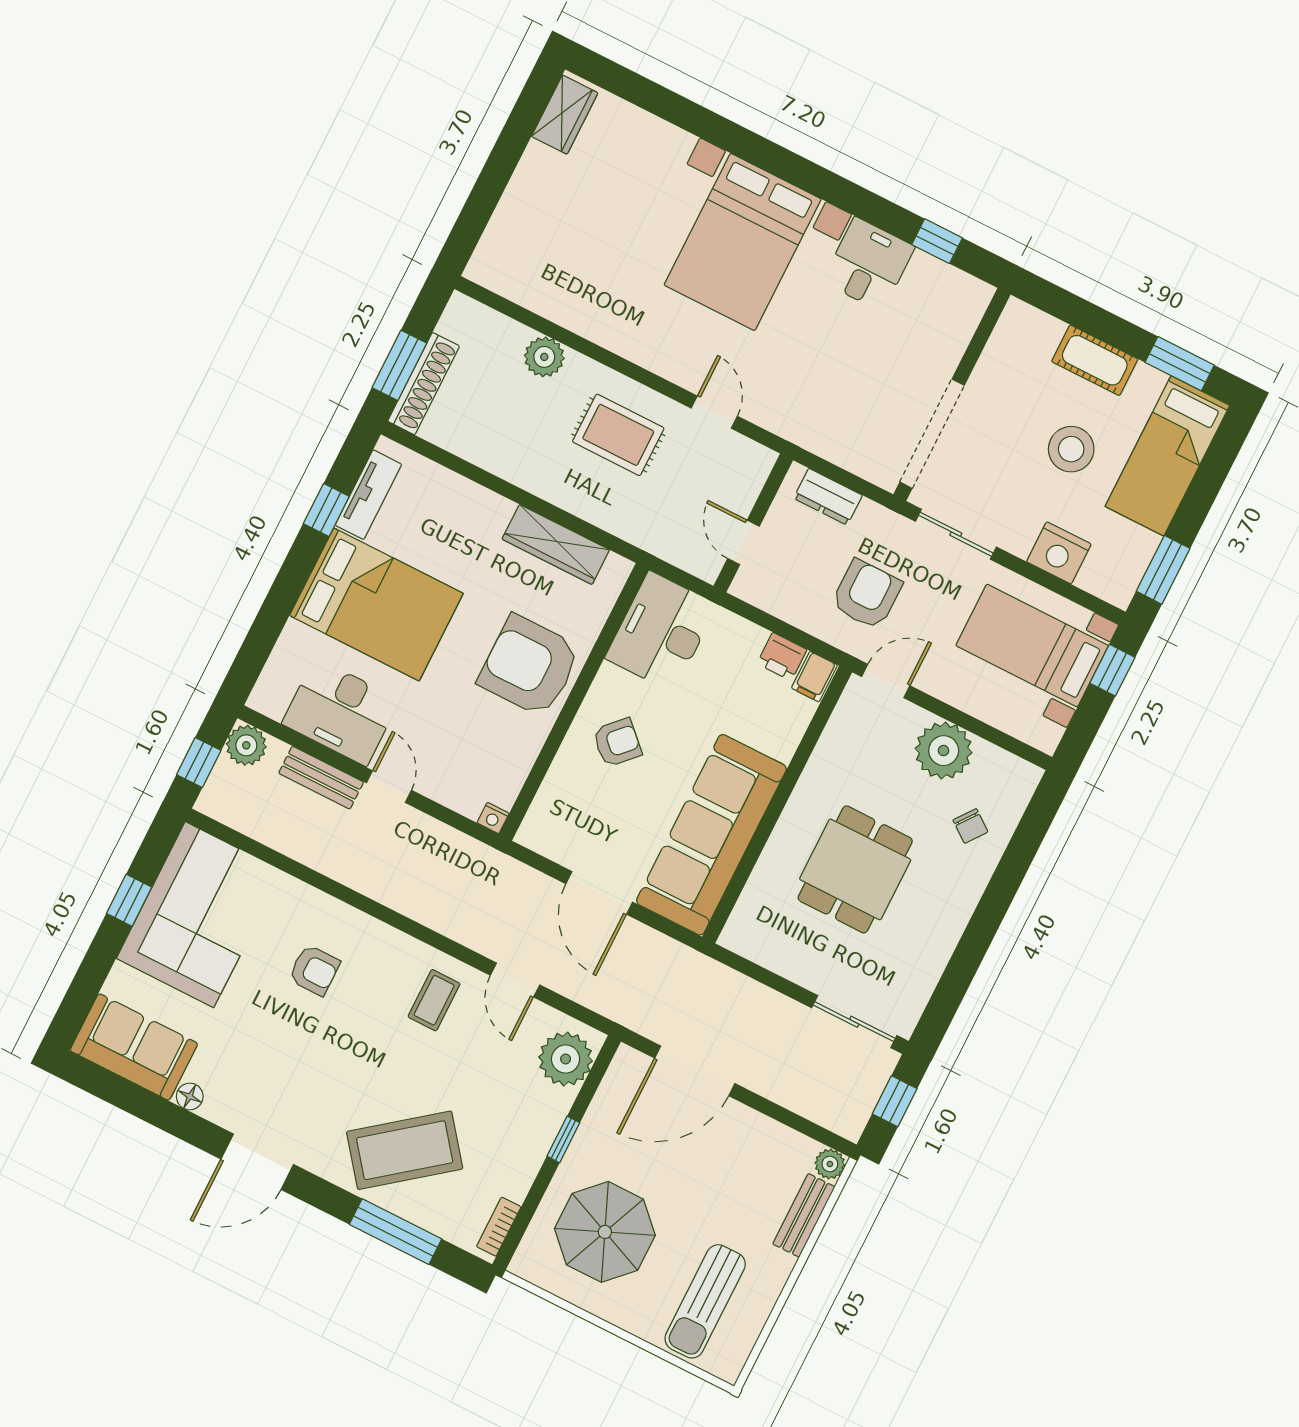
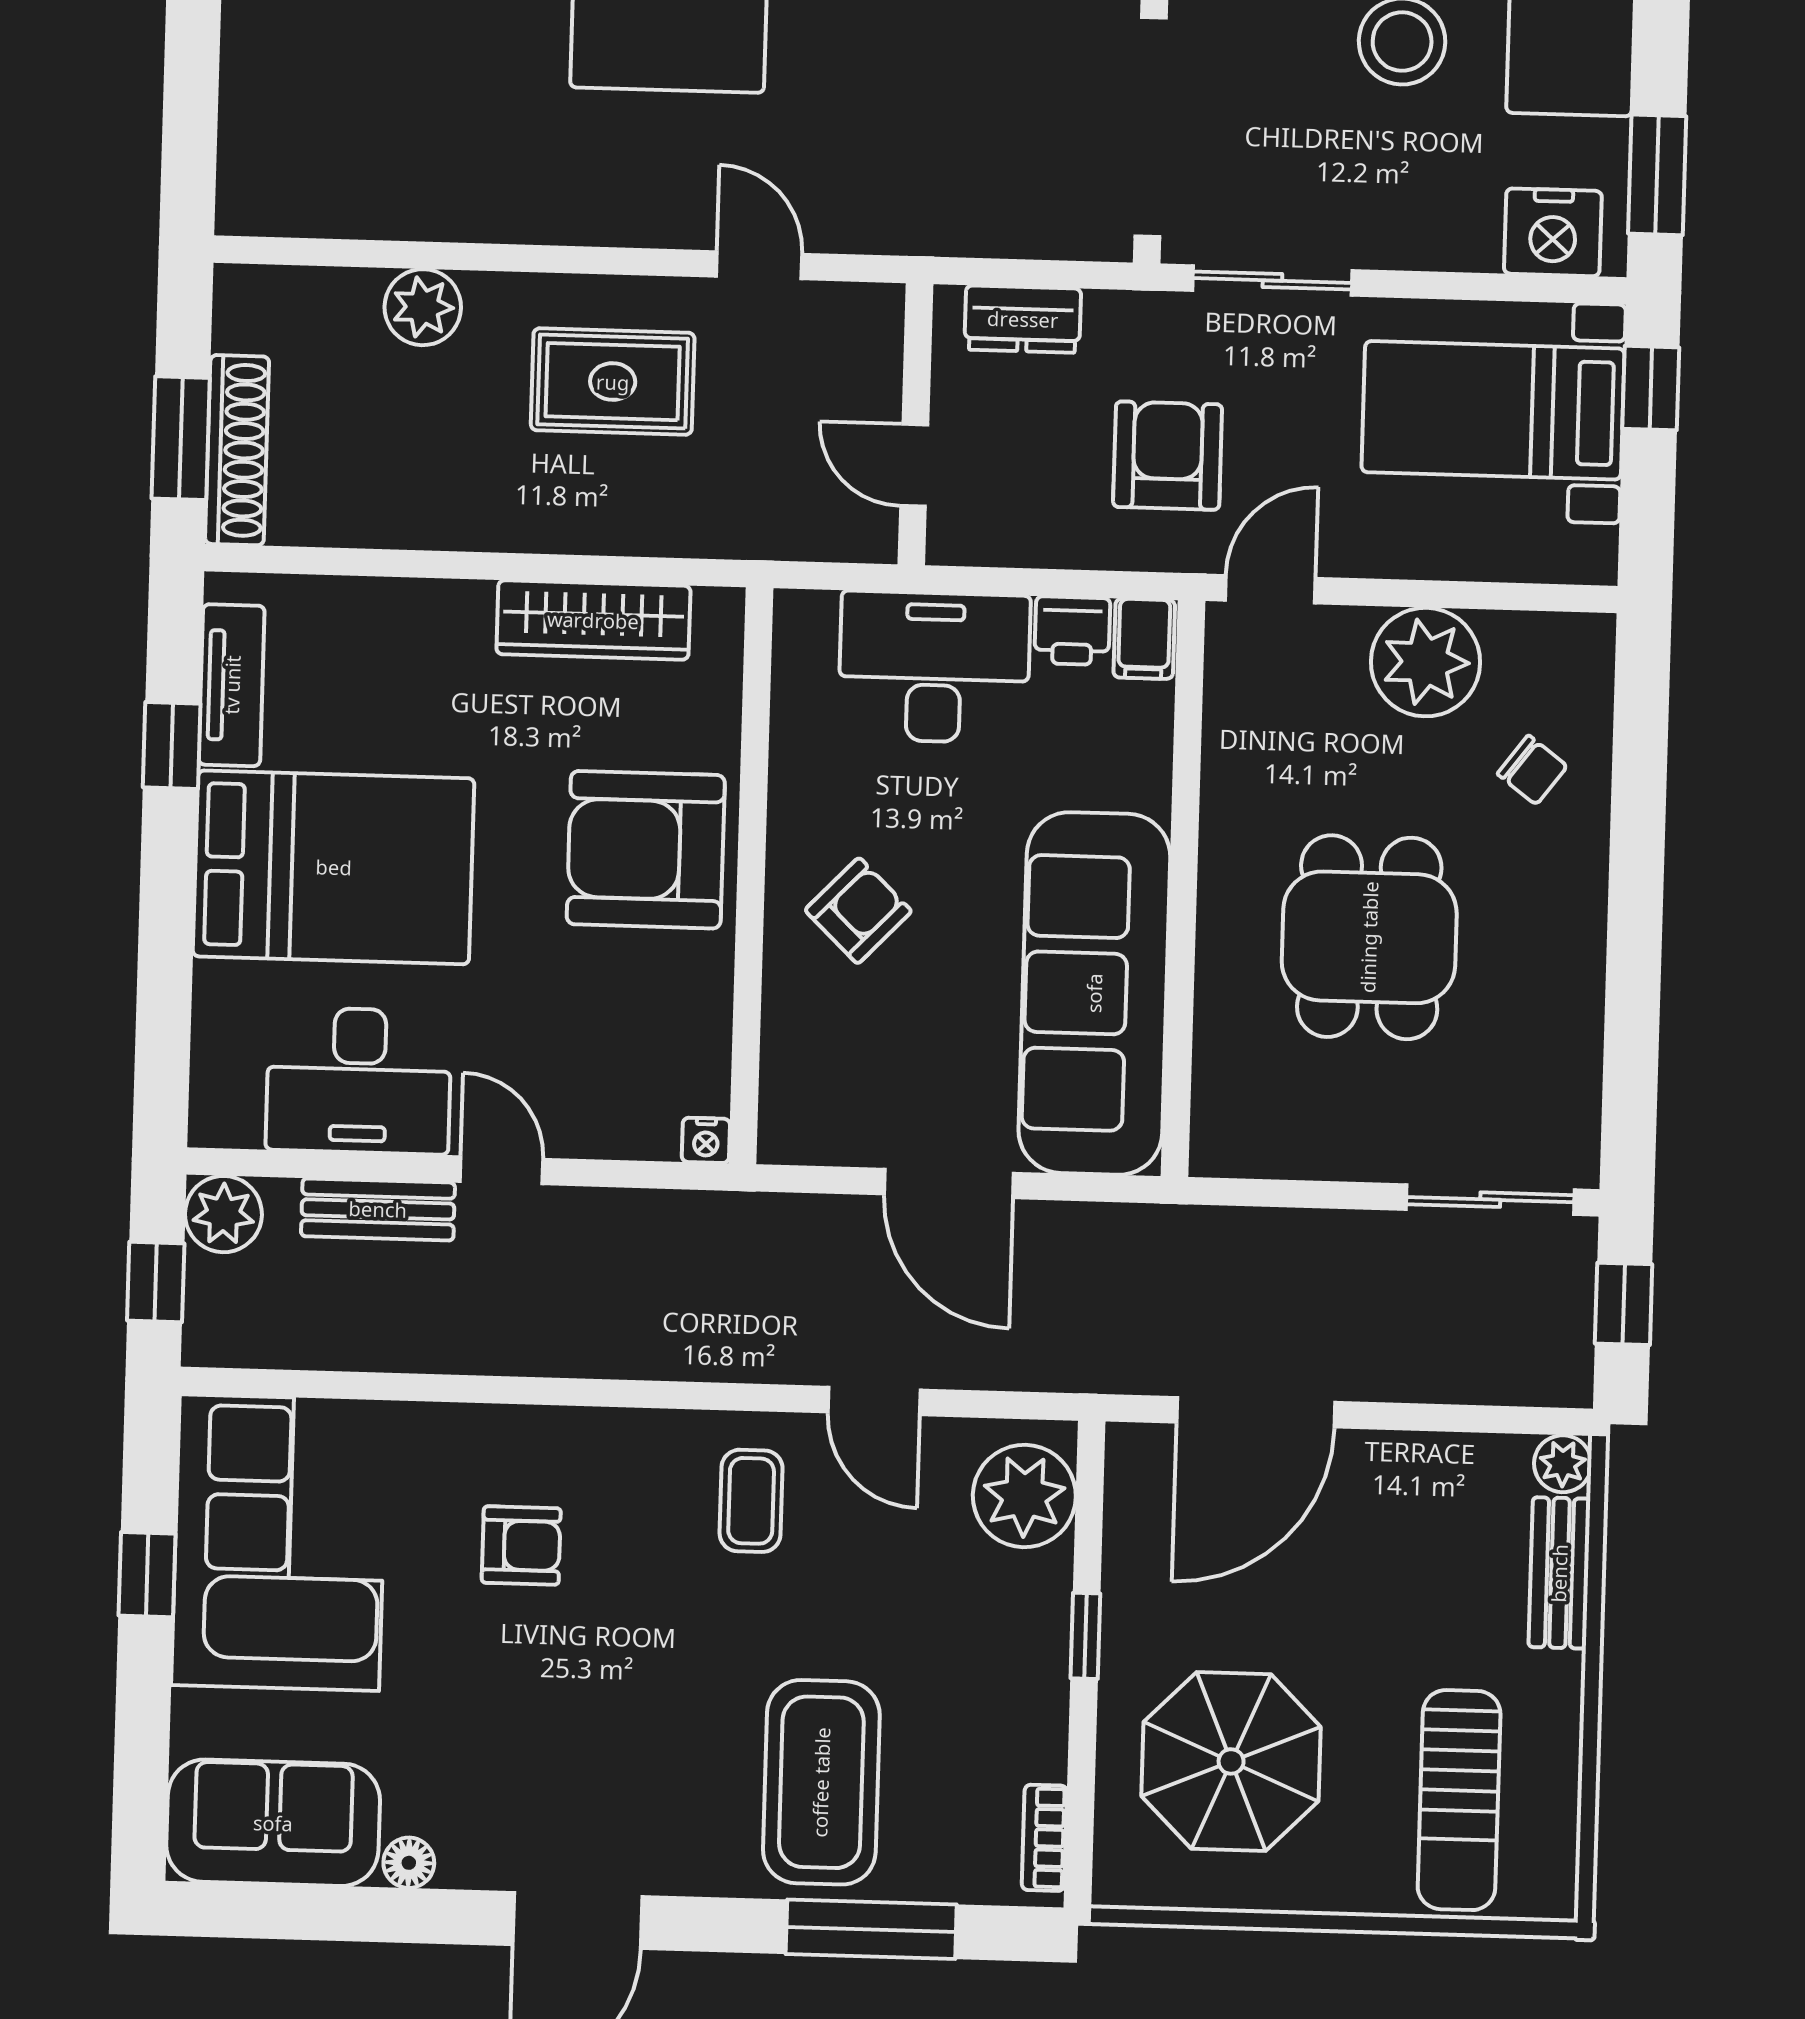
nightstand: (1059, 553) -> (1553, 232), moved
desk: (661, 632) -> (934, 667), moved, turned 90
coffee table: (405, 1150) -> (821, 1782), turned -52

